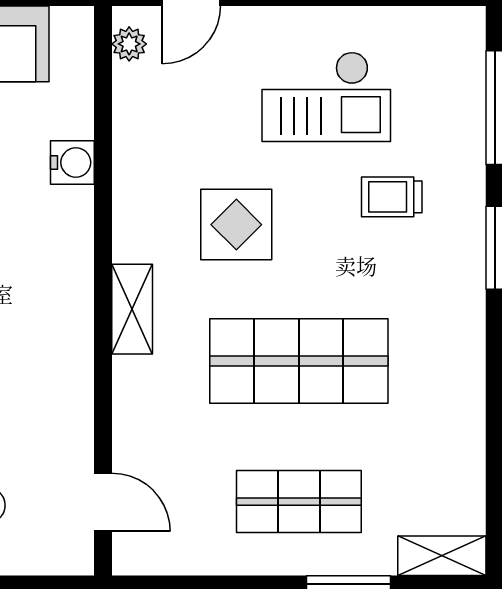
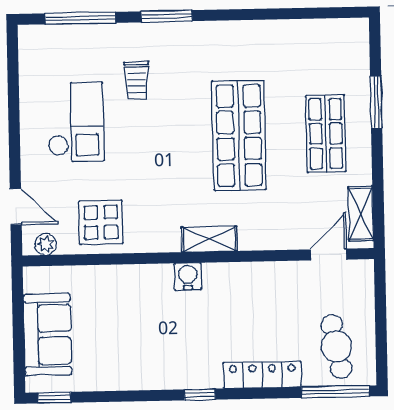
water cooler: (72, 162) -> (188, 276), moved
display table: (236, 225) -> (101, 222), moved
shelving: (442, 556) -> (361, 214), moved

